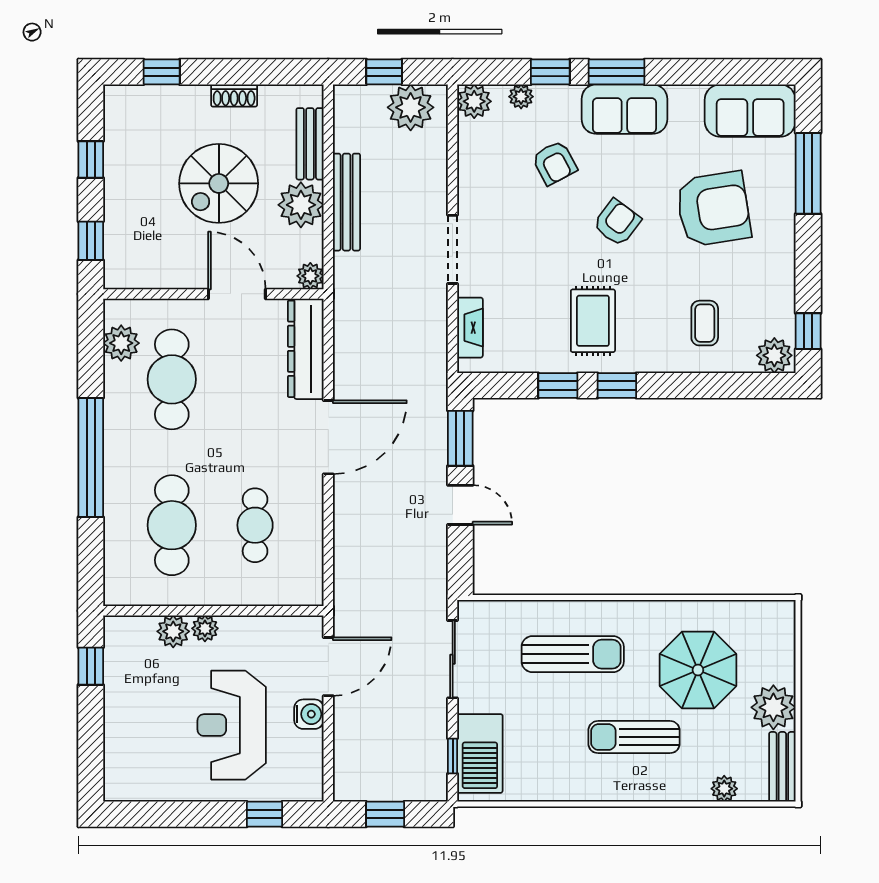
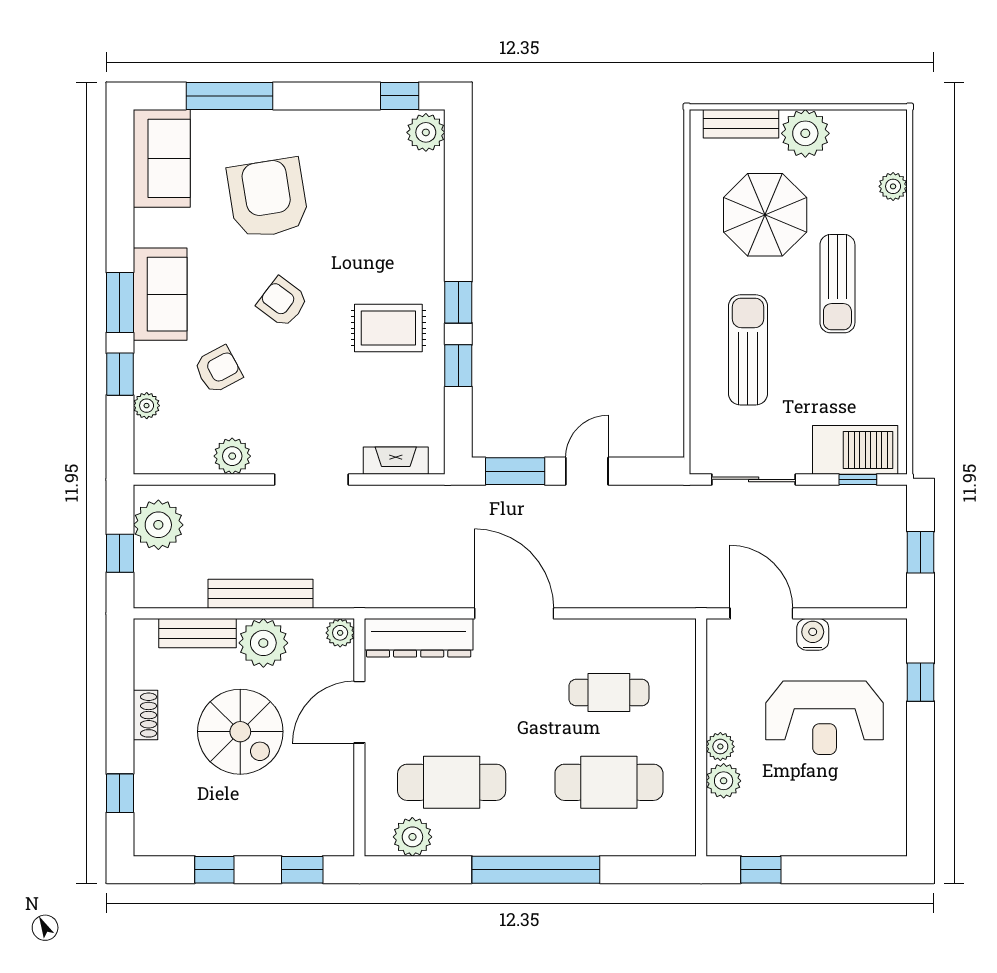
plant: (474, 101) -> (232, 456), moved
coffee table: (705, 323) -> (391, 207), removed
bench: (782, 767) -> (741, 124), moved

